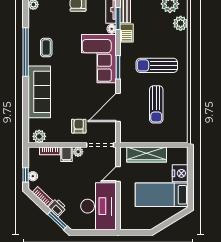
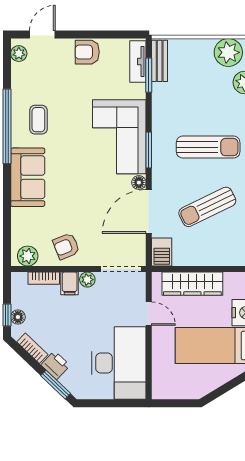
floor lamp: (112, 29) -> (139, 183), moved
barbecue: (127, 33) -> (162, 252), moved
sun lounger: (157, 65) -> (208, 147), turned 180
sofa: (39, 92) -> (28, 177), width x0.73
sun lounger: (156, 104) -> (207, 207), turned 64
armchair: (79, 126) -> (66, 246), moved, turned -112
door: (118, 174) -> (149, 314), swing flipped

